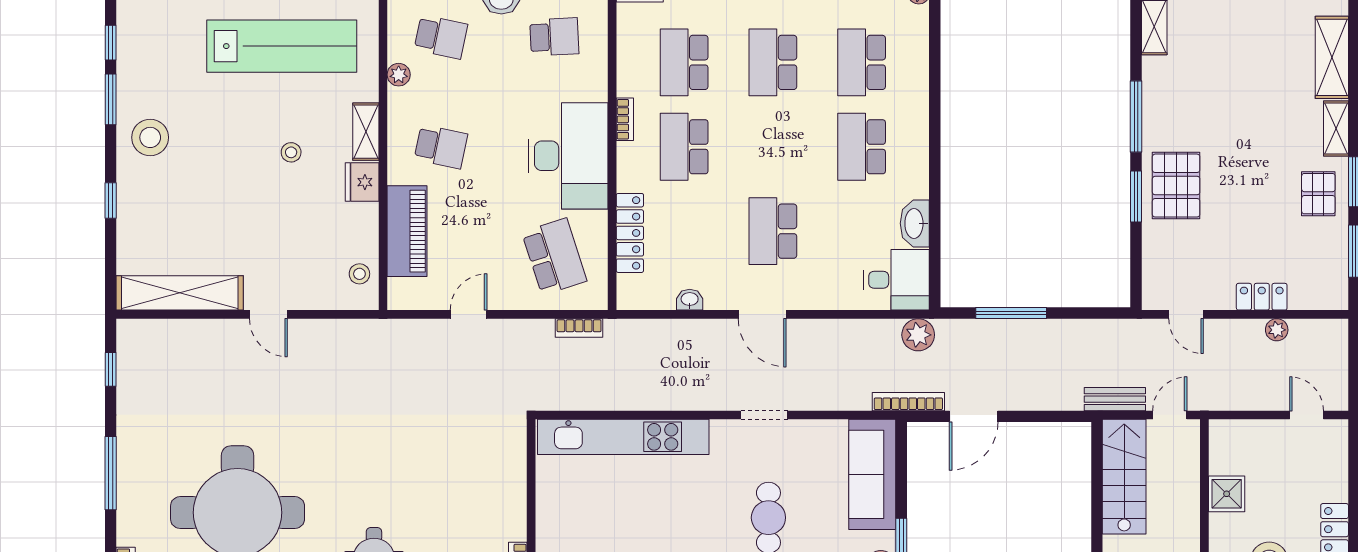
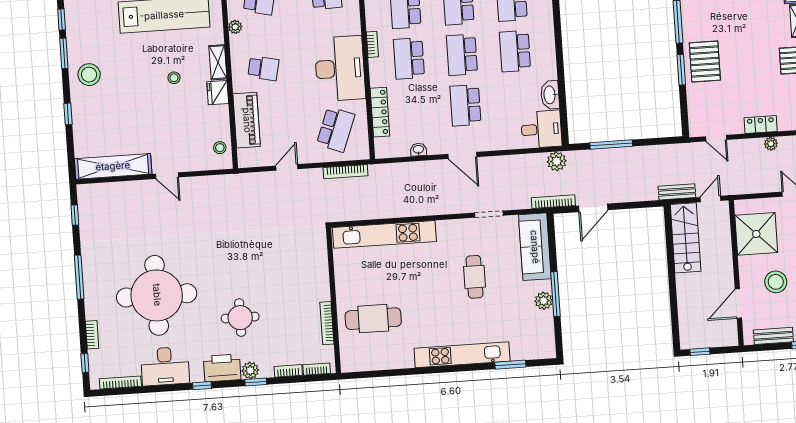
school desk: (773, 147) -> (462, 55), added
school desk: (554, 257) -> (336, 129), turned 39
bookcase: (579, 328) -> (345, 172), width x1.56
doorway: (764, 415) -> (489, 214), moved
shower: (1227, 494) -> (756, 234), width x1.86, depth x1.86

